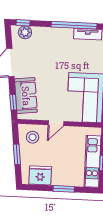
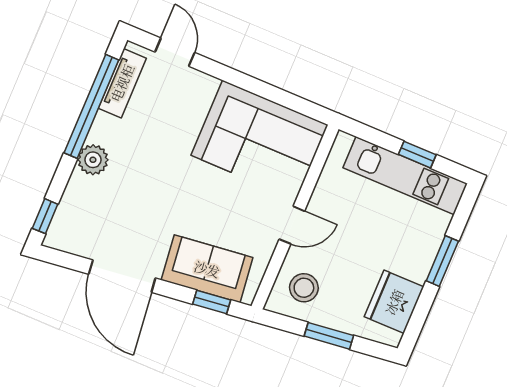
plant: (25, 32) -> (93, 160), moved
door: (56, 123) -> (292, 225), hinge flipped

